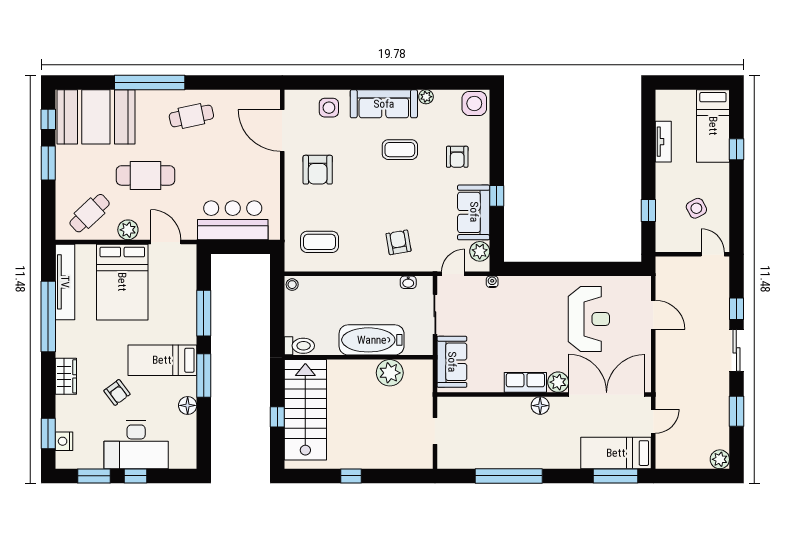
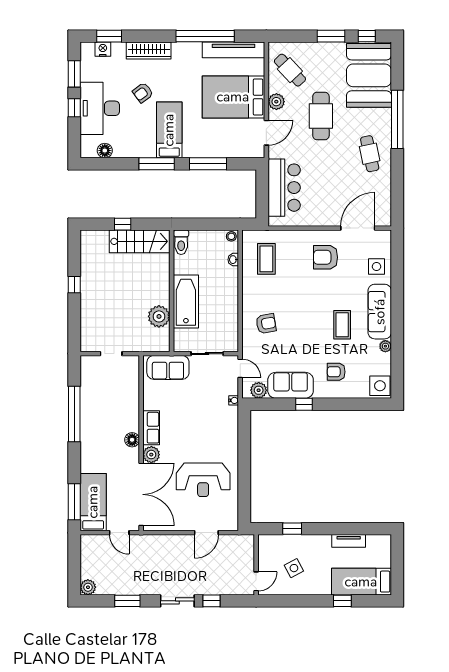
washbasin: (408, 282) -> (233, 260), moved
wardrobe: (66, 376) -> (149, 51), width x1.50
floor lamp: (188, 405) -> (105, 151), moved
stairs: (305, 410) -> (140, 241), width x0.73, depth x0.66

